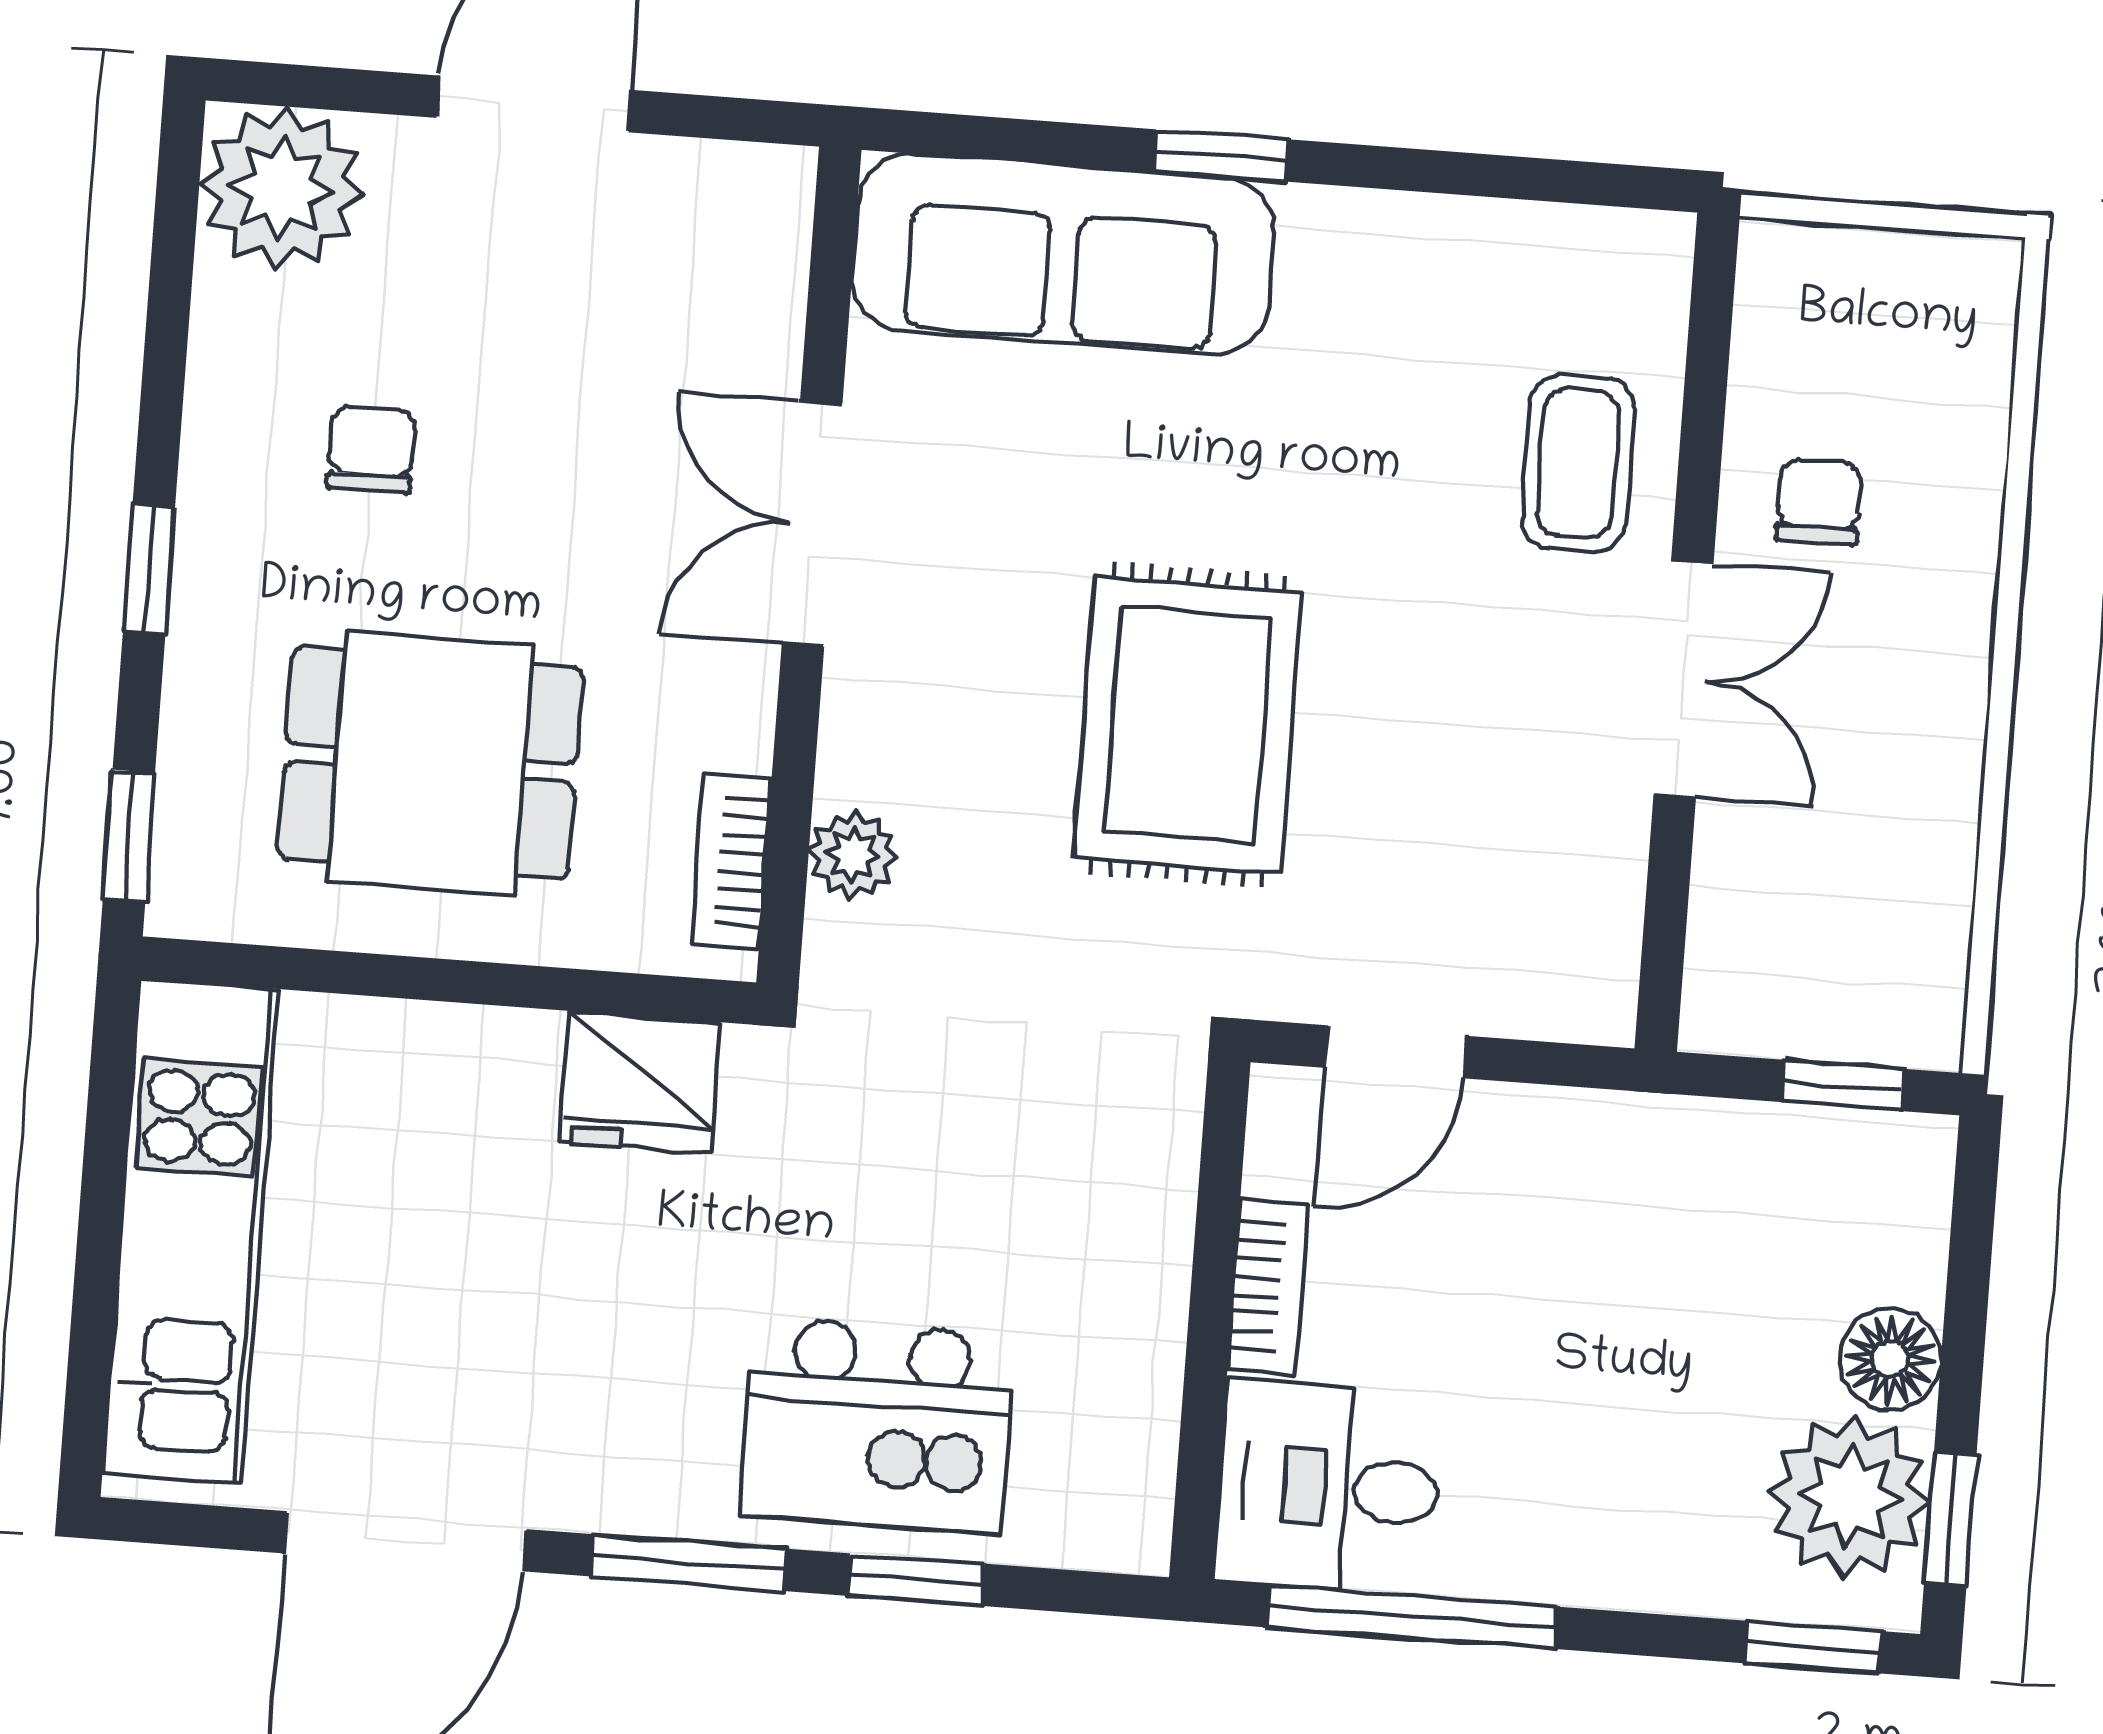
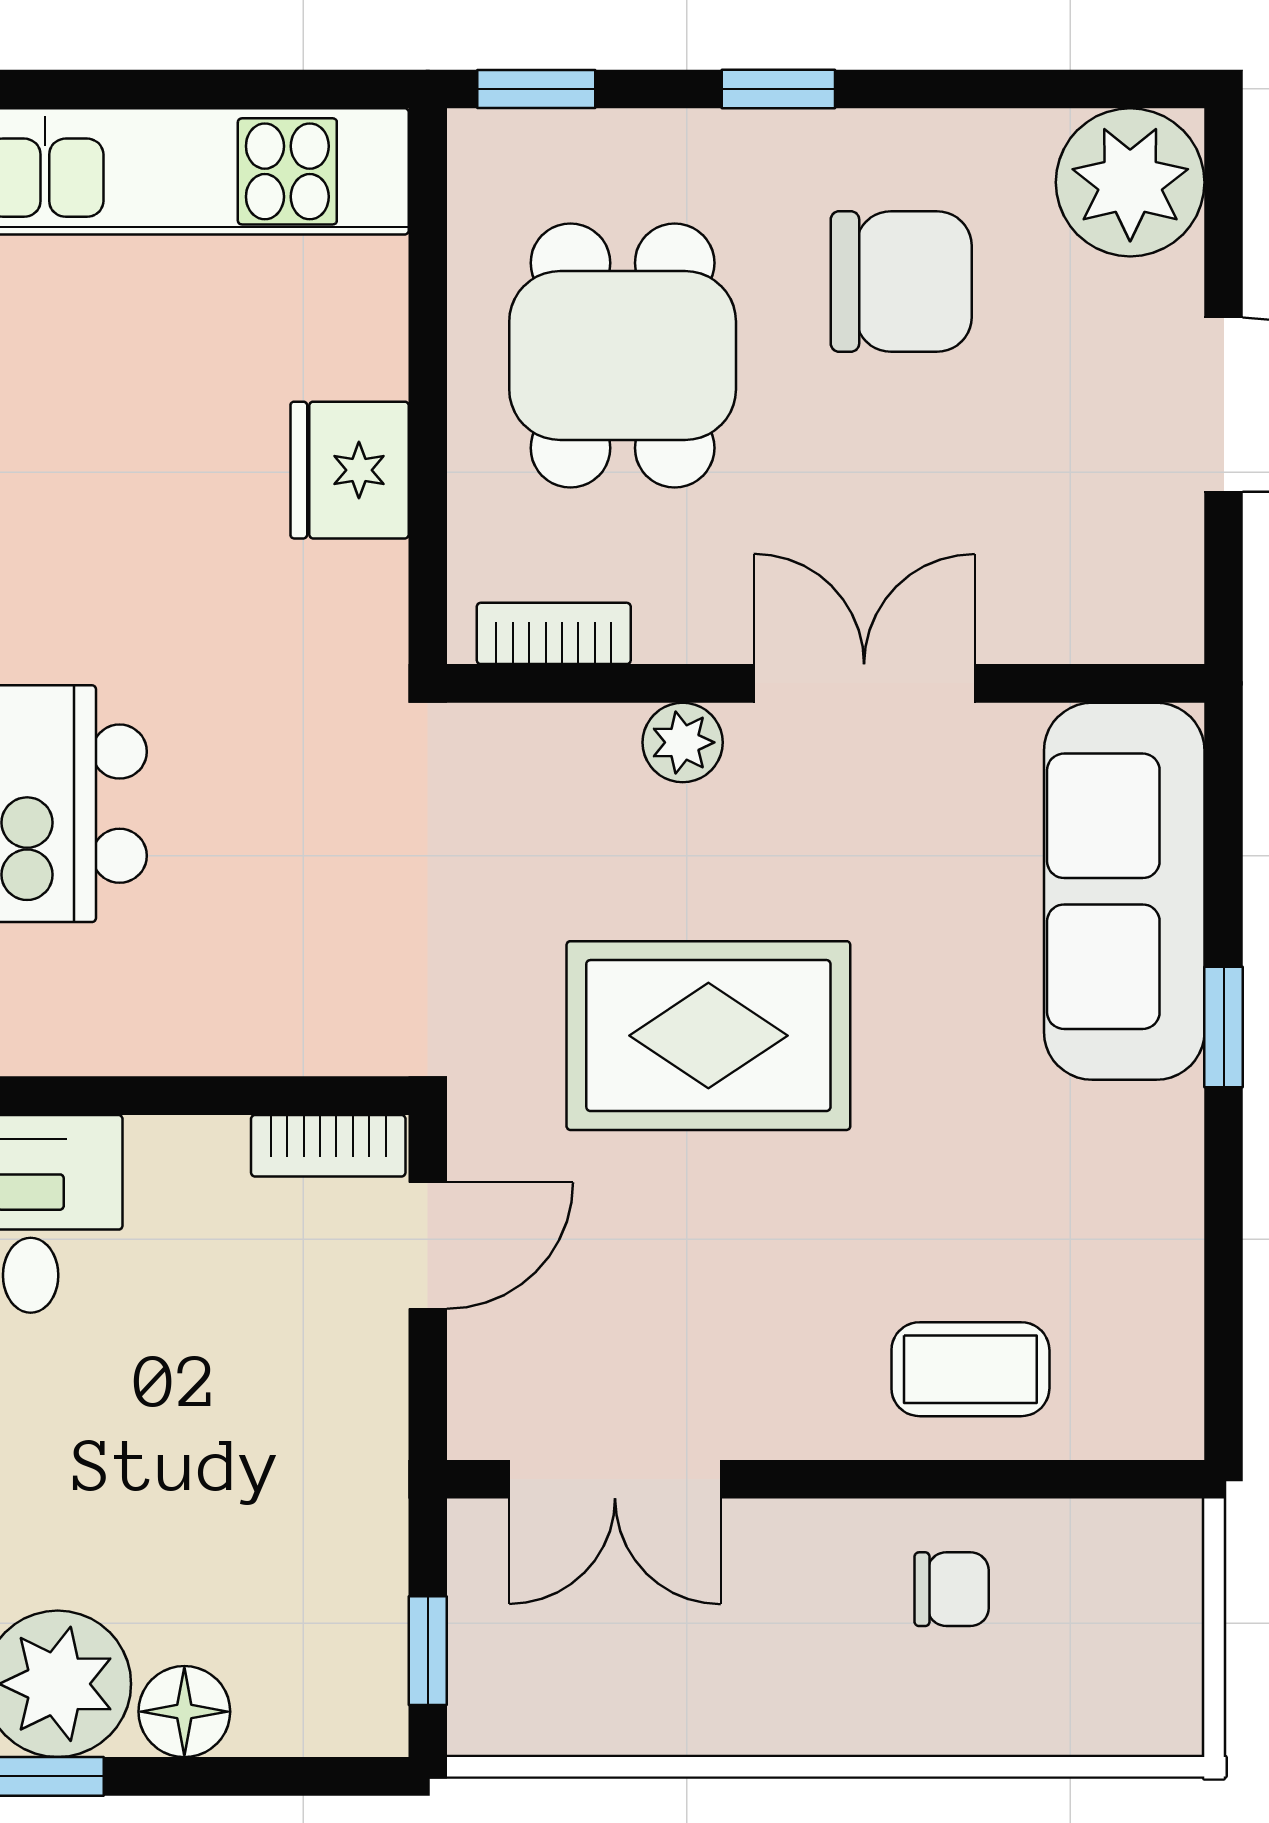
chair: (372, 449) -> (901, 281), width x1.87, depth x1.87
double door: (1684, 679) -> (615, 1479), moved
plant: (853, 855) -> (683, 742), moved
door: (1396, 1052) -> (428, 1245), swing flipped
fridge: (640, 1082) -> (350, 470), moved
bookcase: (1268, 1287) -> (328, 1146), moved

